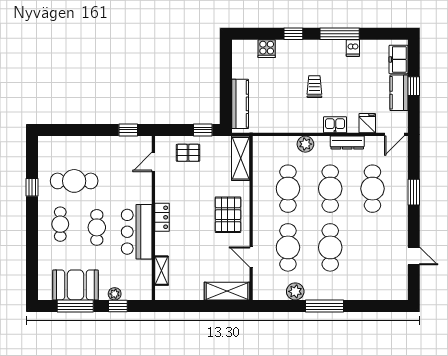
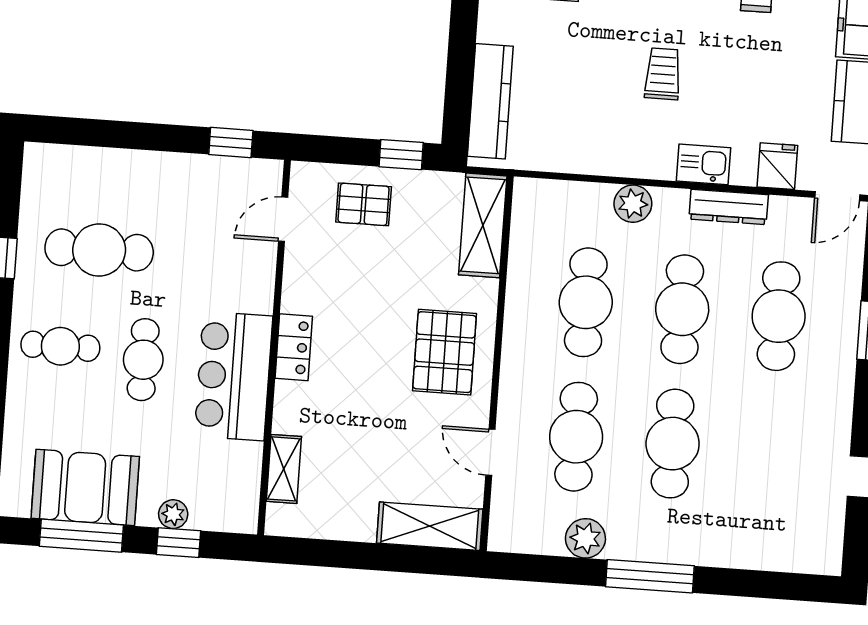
cafe table: (60, 224) -> (60, 346), turned 90

